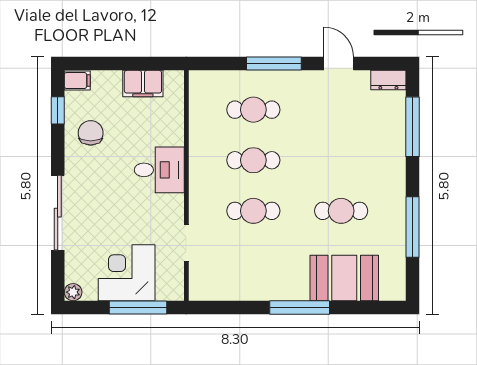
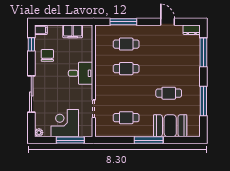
window: (274, 64) -> (123, 22), moved
cafe table: (253, 211) -> (126, 118), moved

